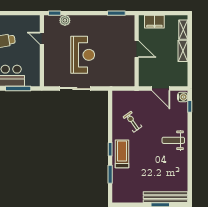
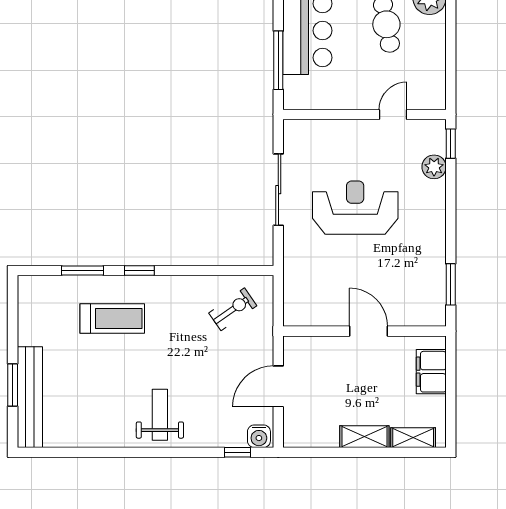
door: (137, 49) -> (368, 331), swing flipped
reception desk: (83, 55) -> (355, 208), turned 180
exercise bike: (132, 122) -> (233, 309), moved
treadmill: (122, 154) -> (112, 318), moved

